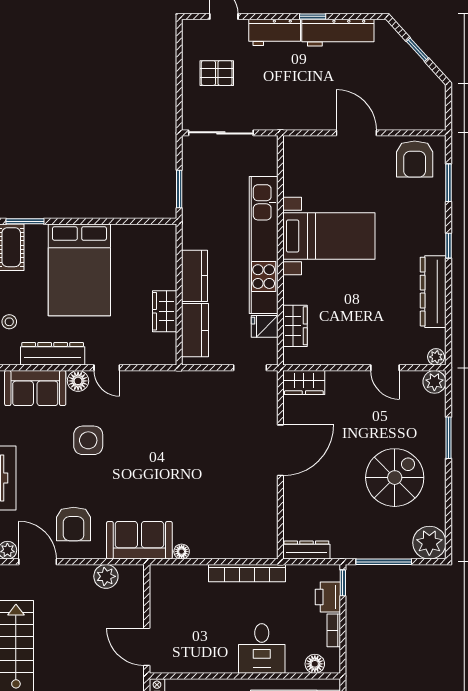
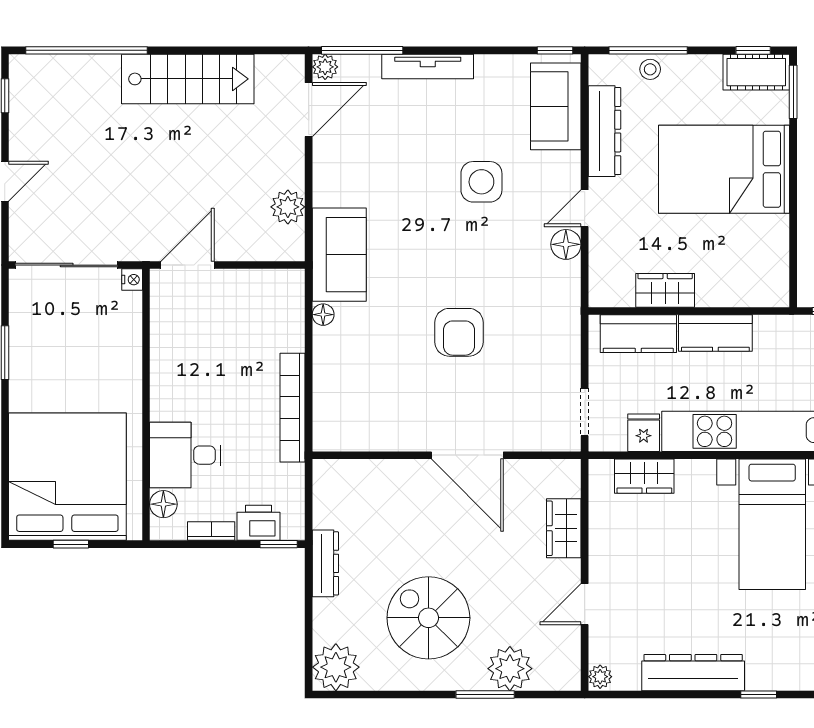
floor lamp: (78, 381) -> (566, 244), moved
wardrobe: (304, 382) -> (564, 528), moved
plant: (434, 382) -> (510, 669), moved, width x1.36, depth x1.36
spiral stairs: (395, 478) -> (428, 618), turned 180
armchair: (74, 524) -> (459, 332), moved, turned -90
dresser: (306, 550) -> (325, 563), moved
window: (384, 562) -> (309, 602), removed
desk: (262, 648) -> (185, 455), moved

